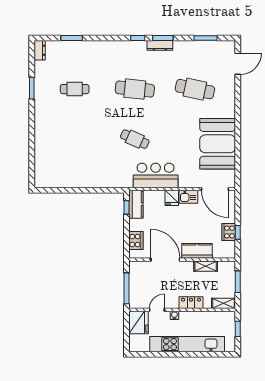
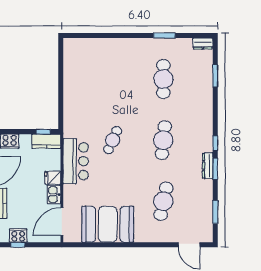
cafe table: (75, 89) -> (163, 79), width x1.37, depth x1.35

